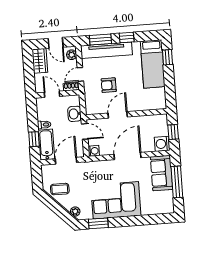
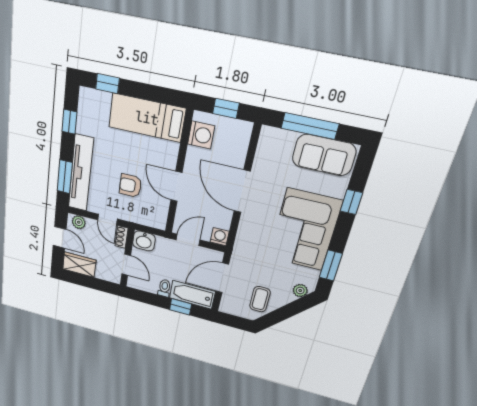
window: (127, 37) -> (69, 122), moved
door: (56, 43) -> (60, 237), hinge flipped
bed: (153, 64) -> (147, 118), moved, turned 180
armchair: (109, 85) -> (130, 186), turned 90
door: (52, 94) -> (126, 265), swing flipped
washbasin: (75, 114) -> (144, 241), moved
washing machine: (162, 144) -> (201, 135), moved, turned -90
door: (66, 161) -> (222, 278), hinge flipped
sofa: (162, 173) -> (324, 155), moved
window: (141, 220) -> (351, 202), added

